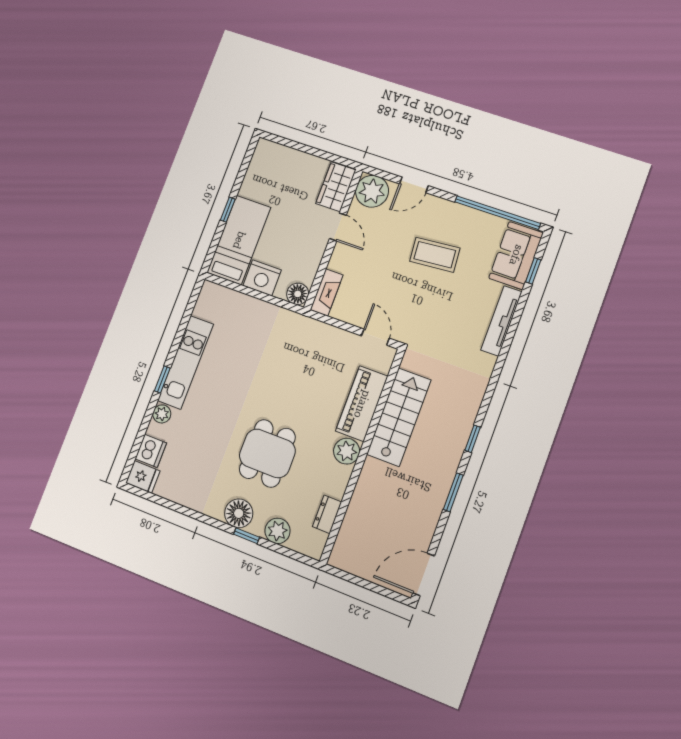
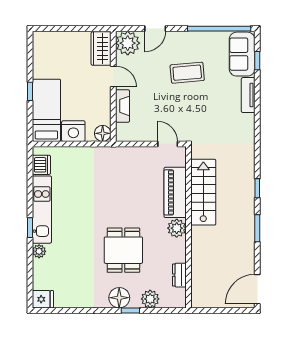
fireplace: (327, 292) -> (123, 106), moved
tv unit: (501, 321) -> (248, 95), width x0.71
dishwasher: (151, 451) -> (41, 165), moved

